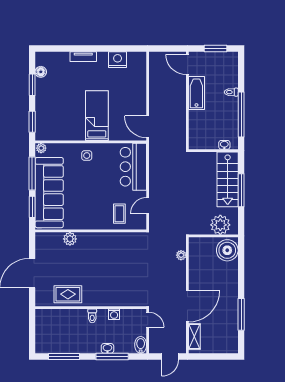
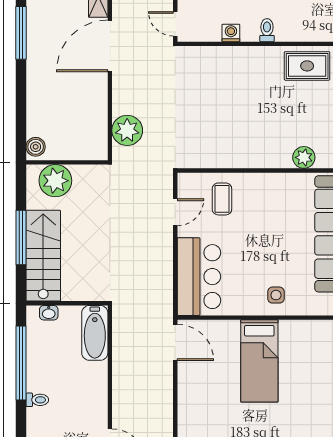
bathtub: (196, 93) -> (95, 333), moved
boiler: (227, 250) -> (36, 147), width x0.54, depth x0.54
plant: (181, 255) -> (127, 130), width x1.87, depth x1.87

